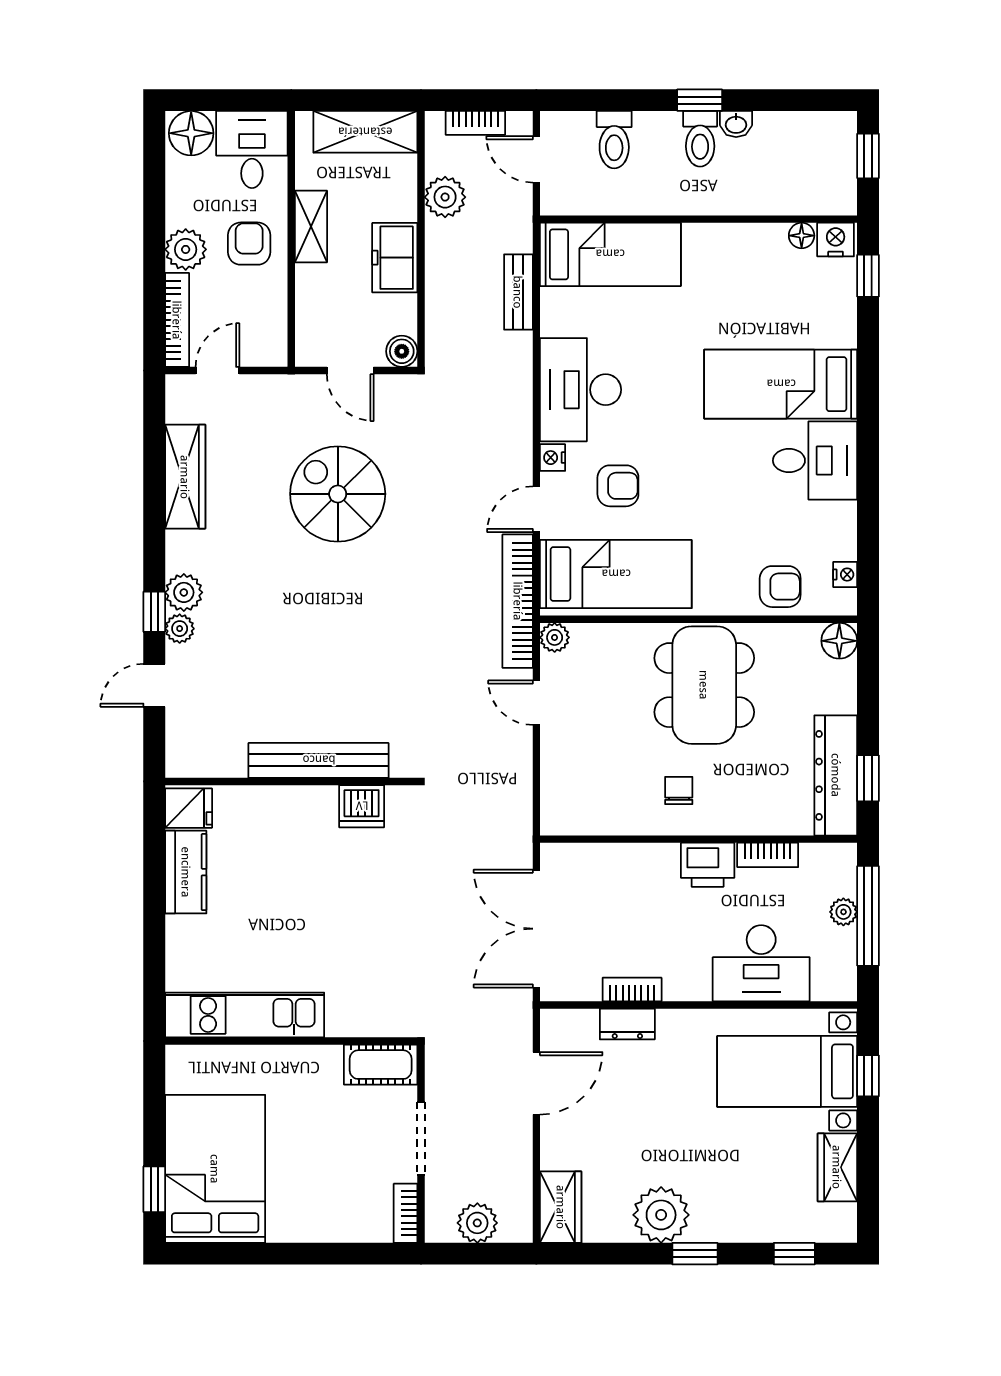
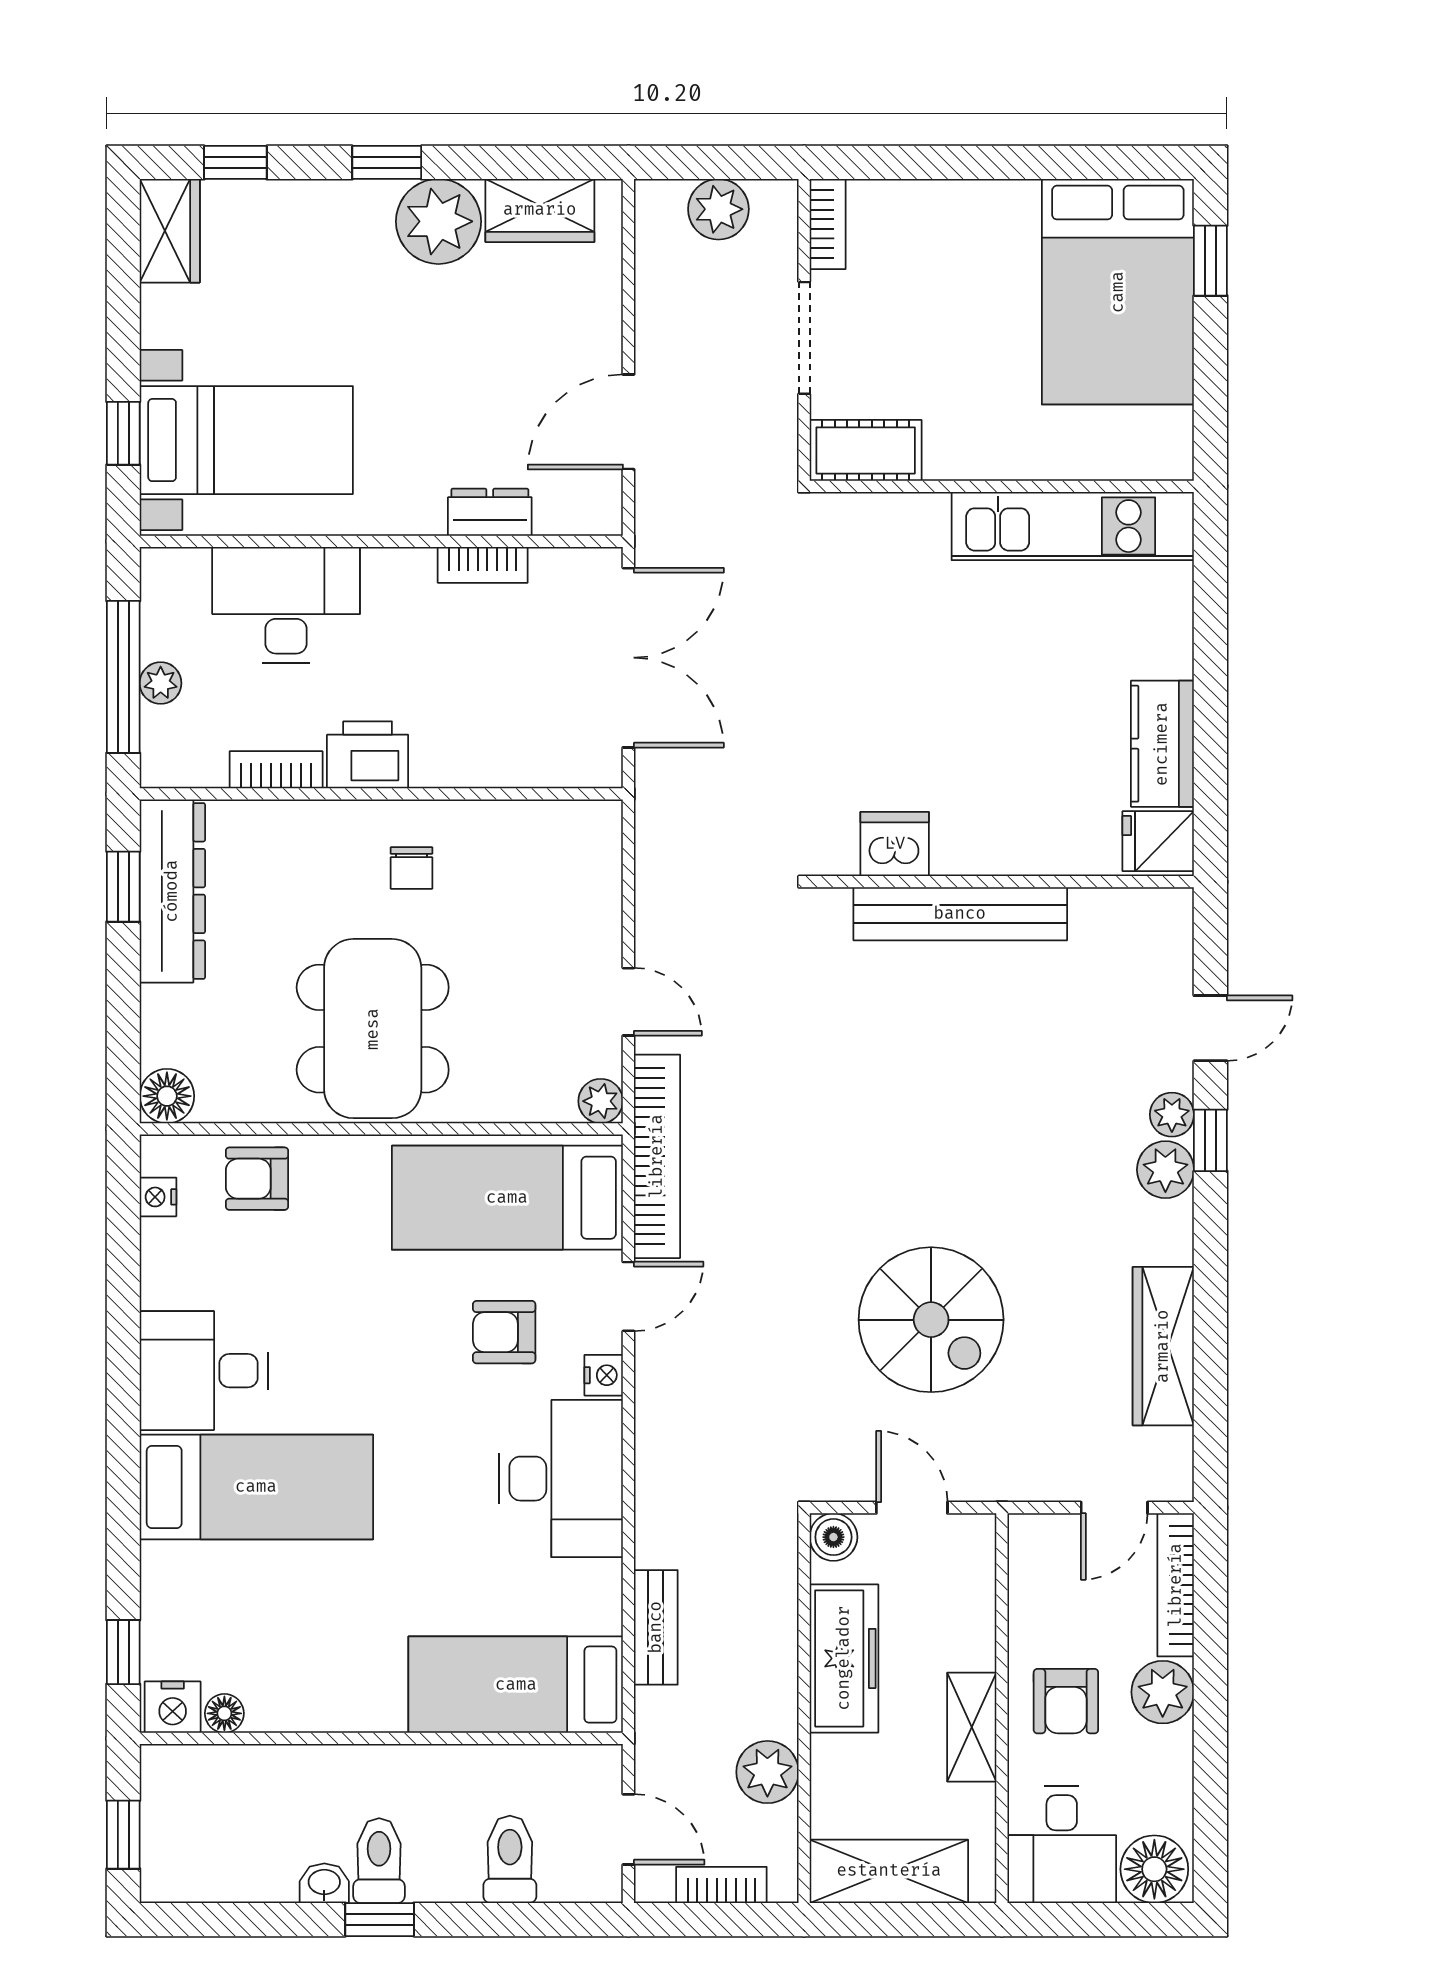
freezer: (395, 258) -> (844, 1658), width x1.40
wardrobe: (837, 1167) -> (170, 231), moved
wardrobe: (561, 1207) -> (540, 210), moved, turned -90

